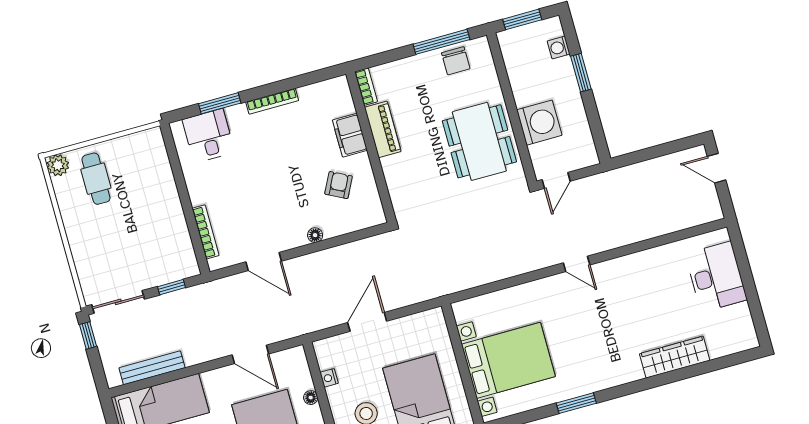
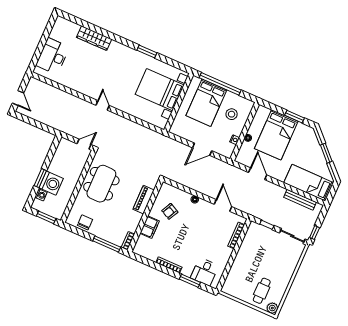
window: (441, 42) -> (107, 244), moved
washing machine: (539, 123) -> (51, 183), moved, turned 180
piano: (383, 129) -> (144, 200), moved

